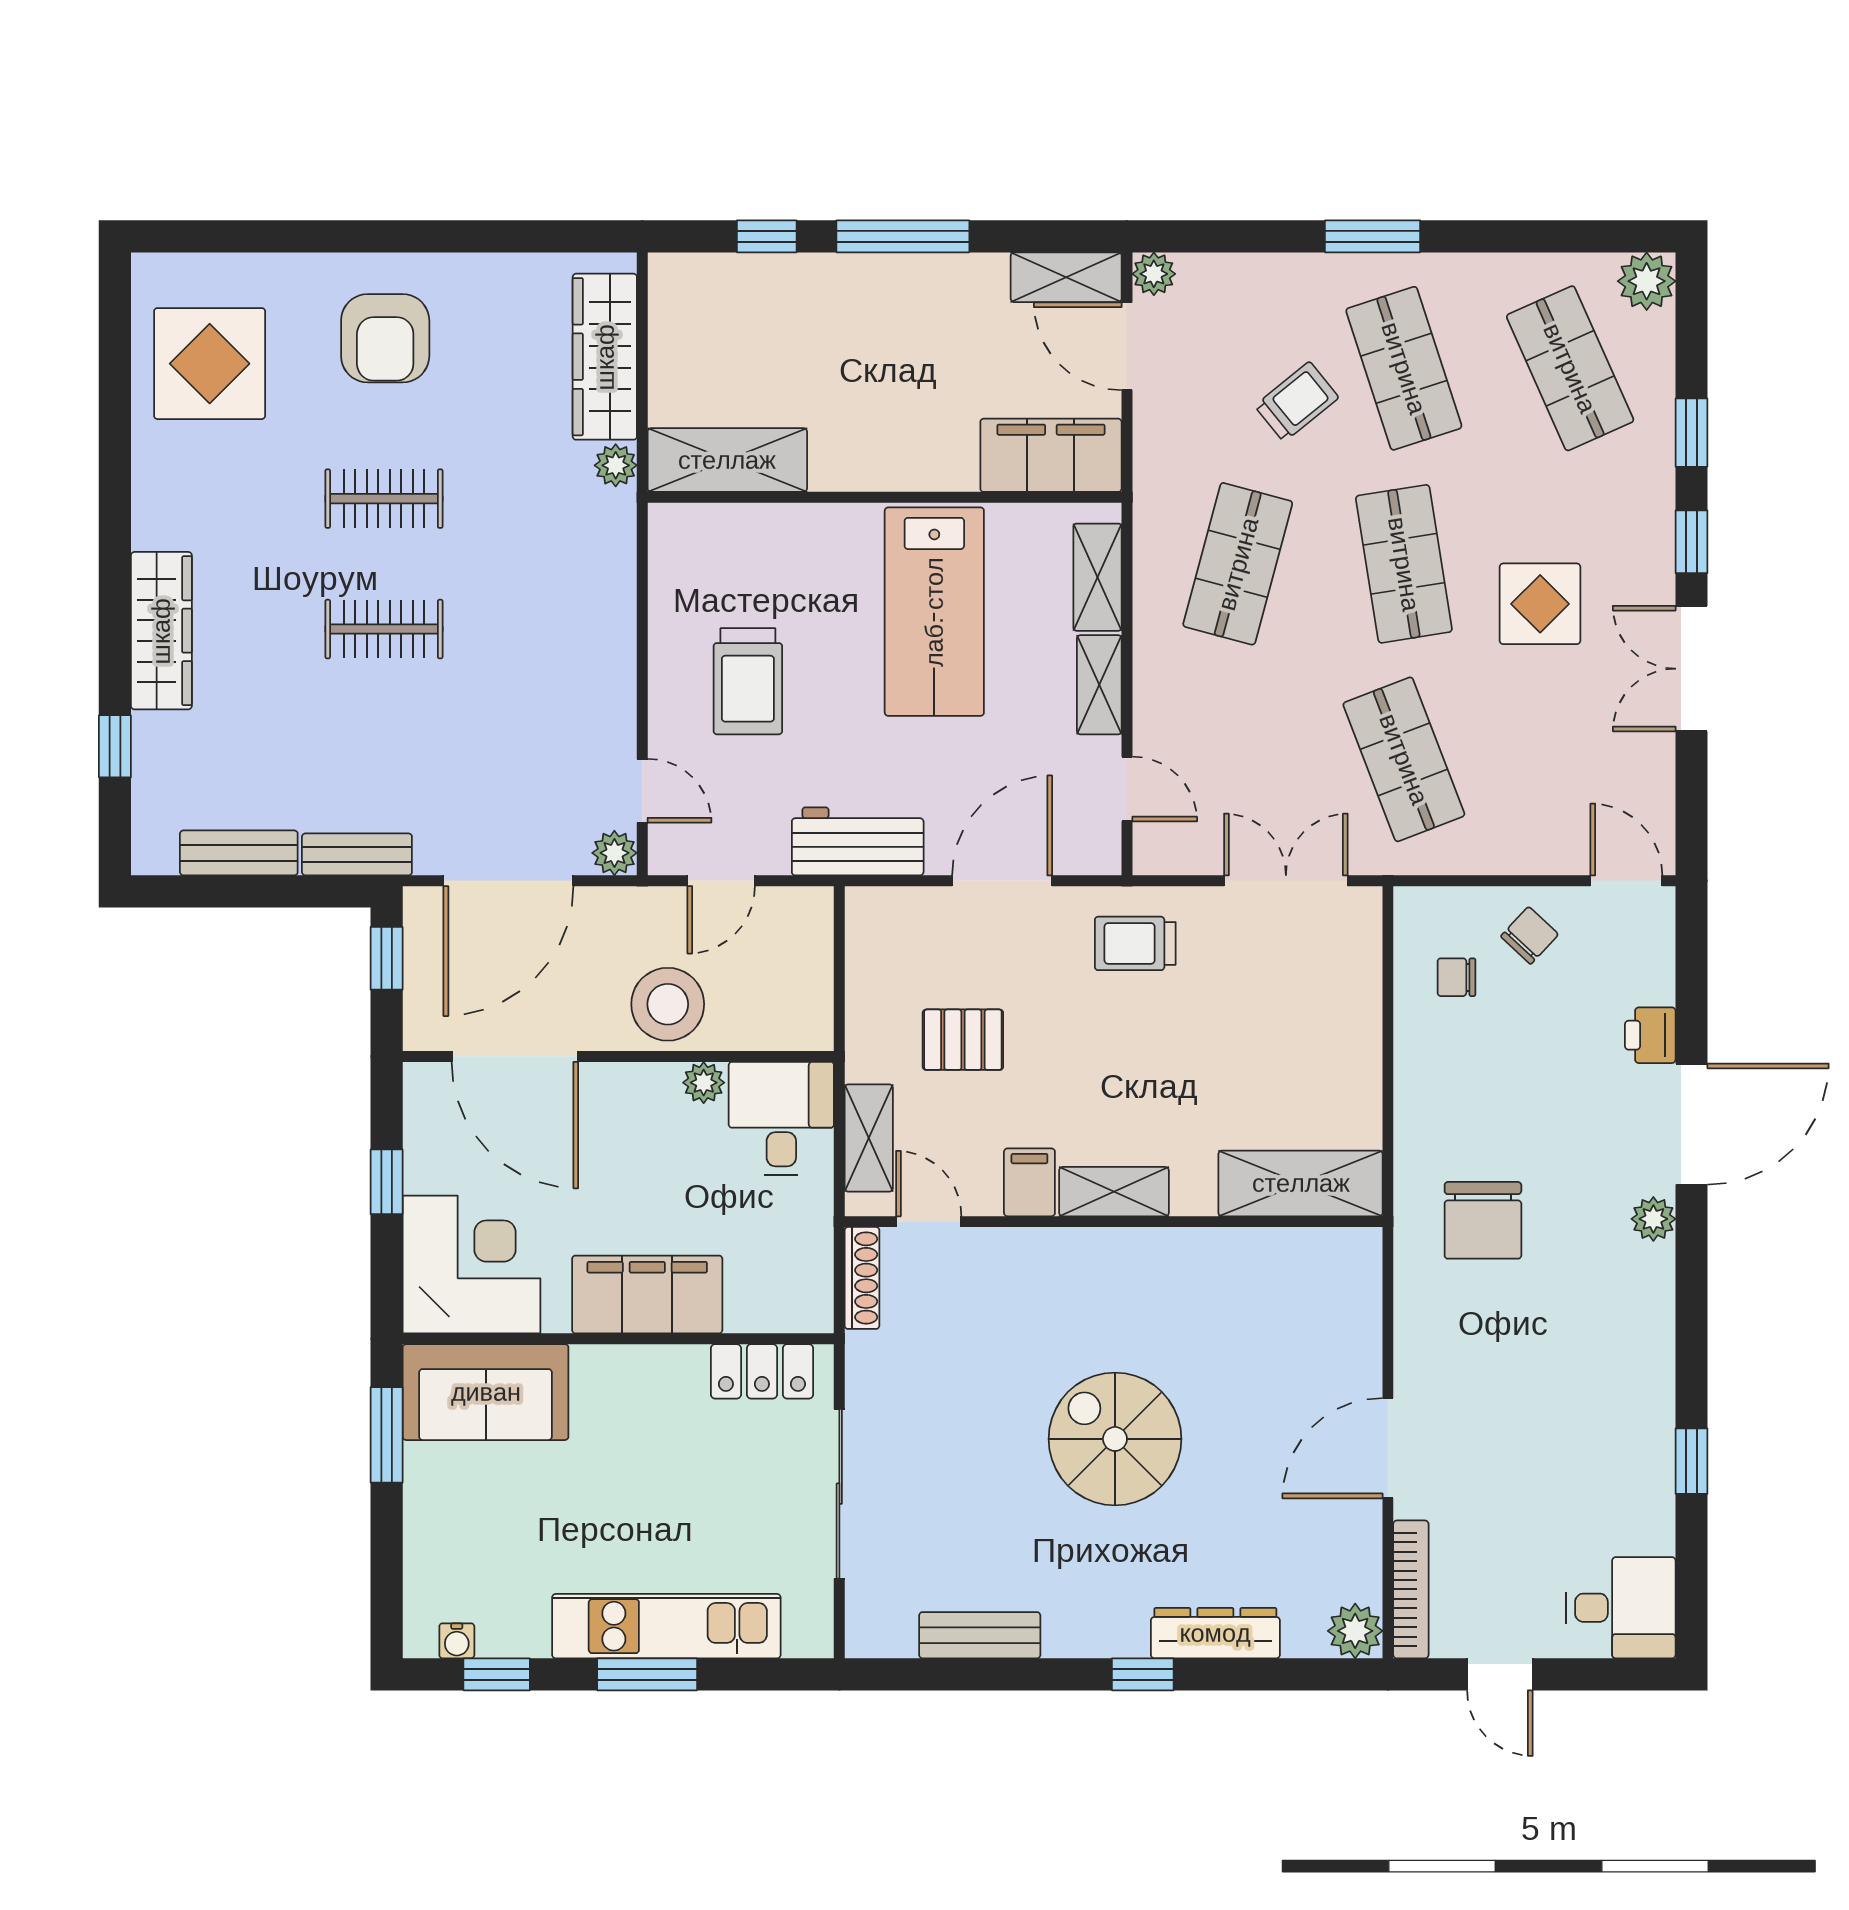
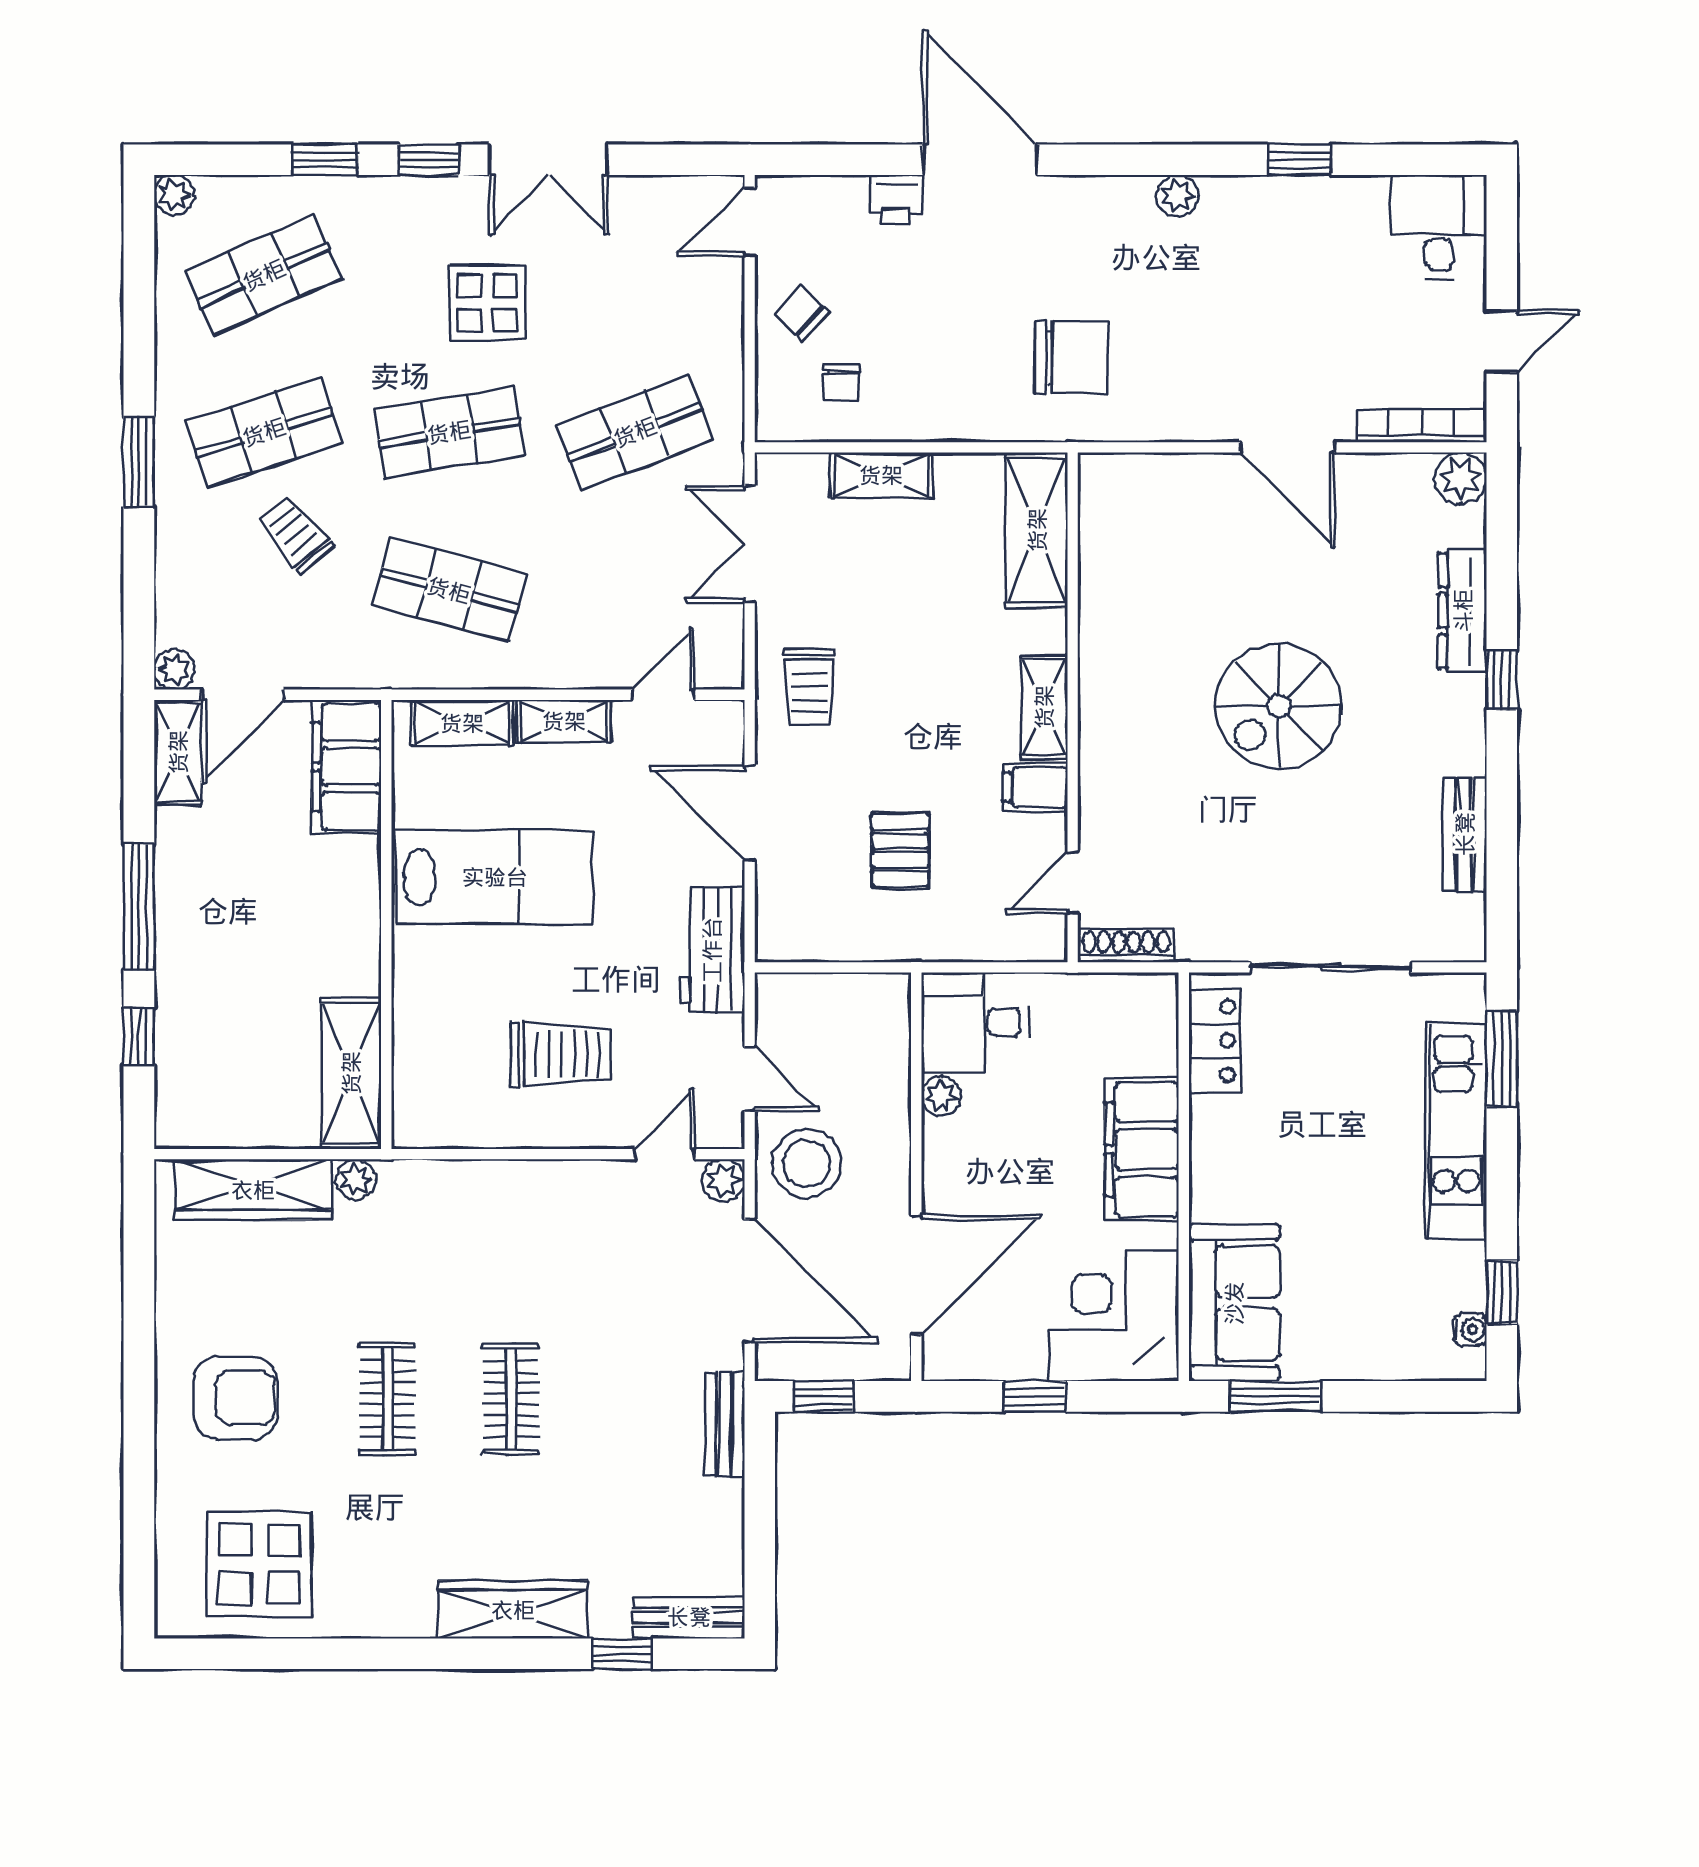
plant: (1647, 281) -> (174, 195), width x0.73, depth x0.73
bench: (239, 853) -> (689, 1617), moved, turned 90
stool: (668, 1004) -> (806, 1163), moved
shelving: (869, 1138) -> (881, 475), moved
plant: (1653, 1219) -> (1177, 196), moved
window: (647, 1674) -> (1502, 1059), moved

